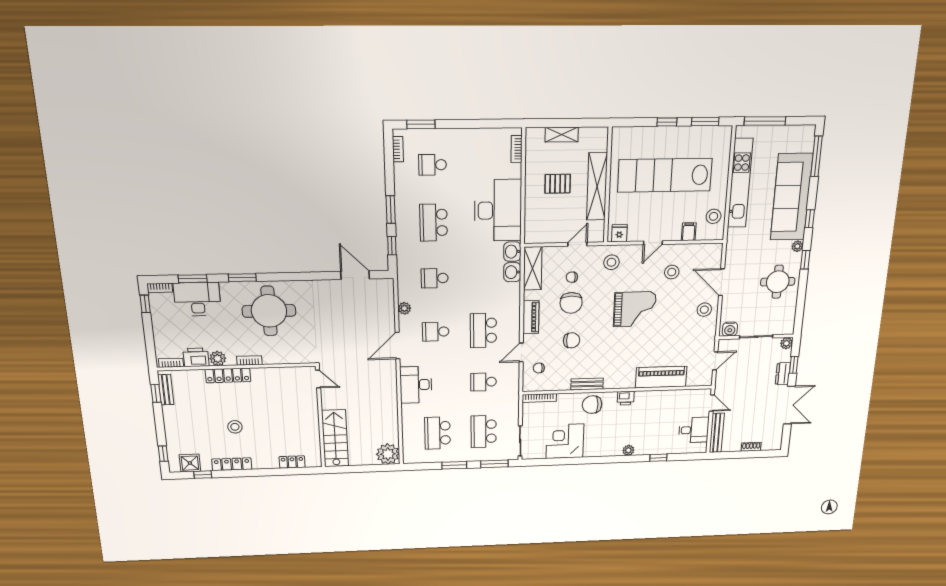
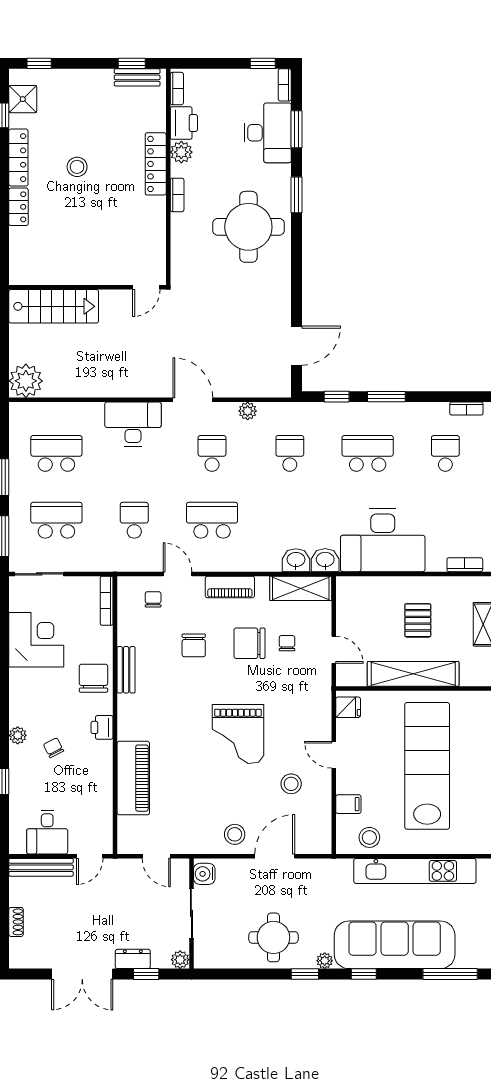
stool: (611, 262) -> (307, 698), removed
chair: (638, 428) -> (54, 748), added
locker: (292, 462) -> (18, 207), moved

